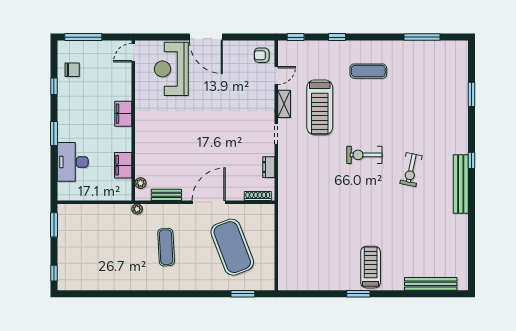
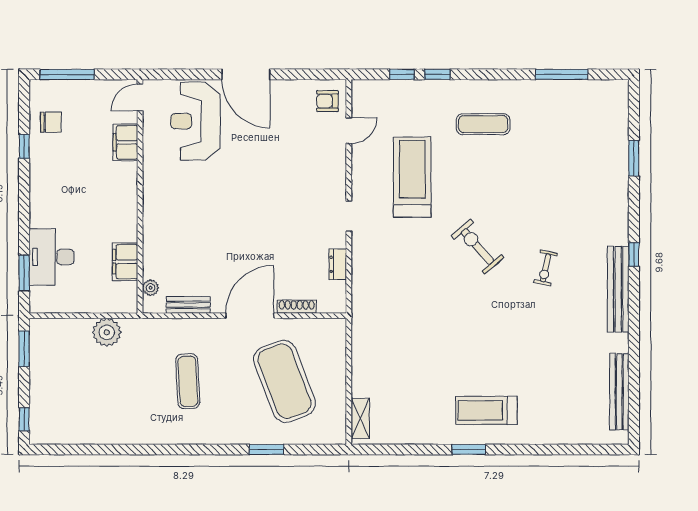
window: (296, 37) -> (402, 74), moved
shelving: (284, 104) -> (360, 418), moved
treadmill: (320, 107) -> (412, 177), turned 180
filing cabinet: (123, 114) -> (125, 142), moved
window: (54, 134) -> (24, 273), moved
exercise bike: (364, 155) -> (477, 247), turned 49
exercise bike: (411, 170) -> (546, 268), width x0.73, depth x0.72
shoe rack: (258, 196) -> (297, 307), moved
plant: (137, 209) -> (107, 332), moved, width x1.87, depth x1.87
treadmill: (371, 267) -> (486, 410), turned -90
bench: (431, 284) -> (619, 392), moved, turned 90
window: (243, 294) -> (267, 449), moved

